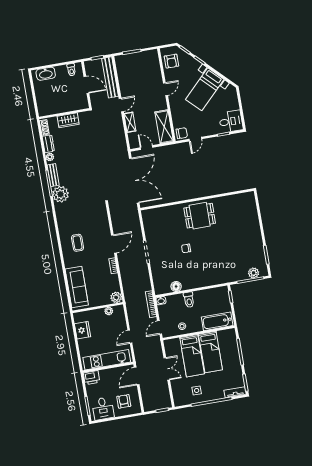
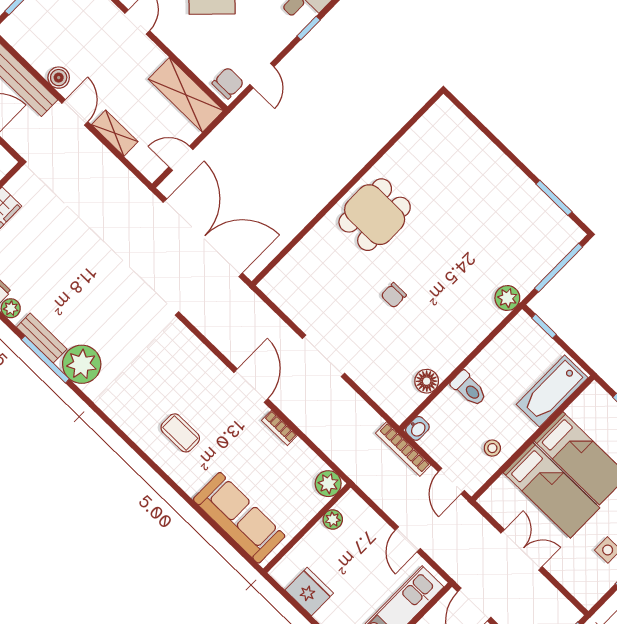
boiler: (124, 89) -> (59, 78), added
plant: (254, 273) -> (507, 298), moved

